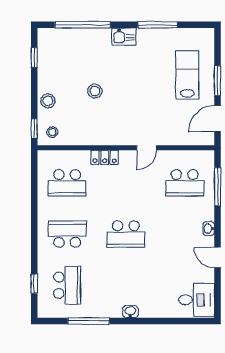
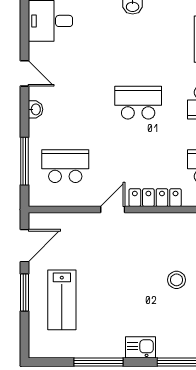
locker: (105, 157) -> (155, 198), width x1.53

